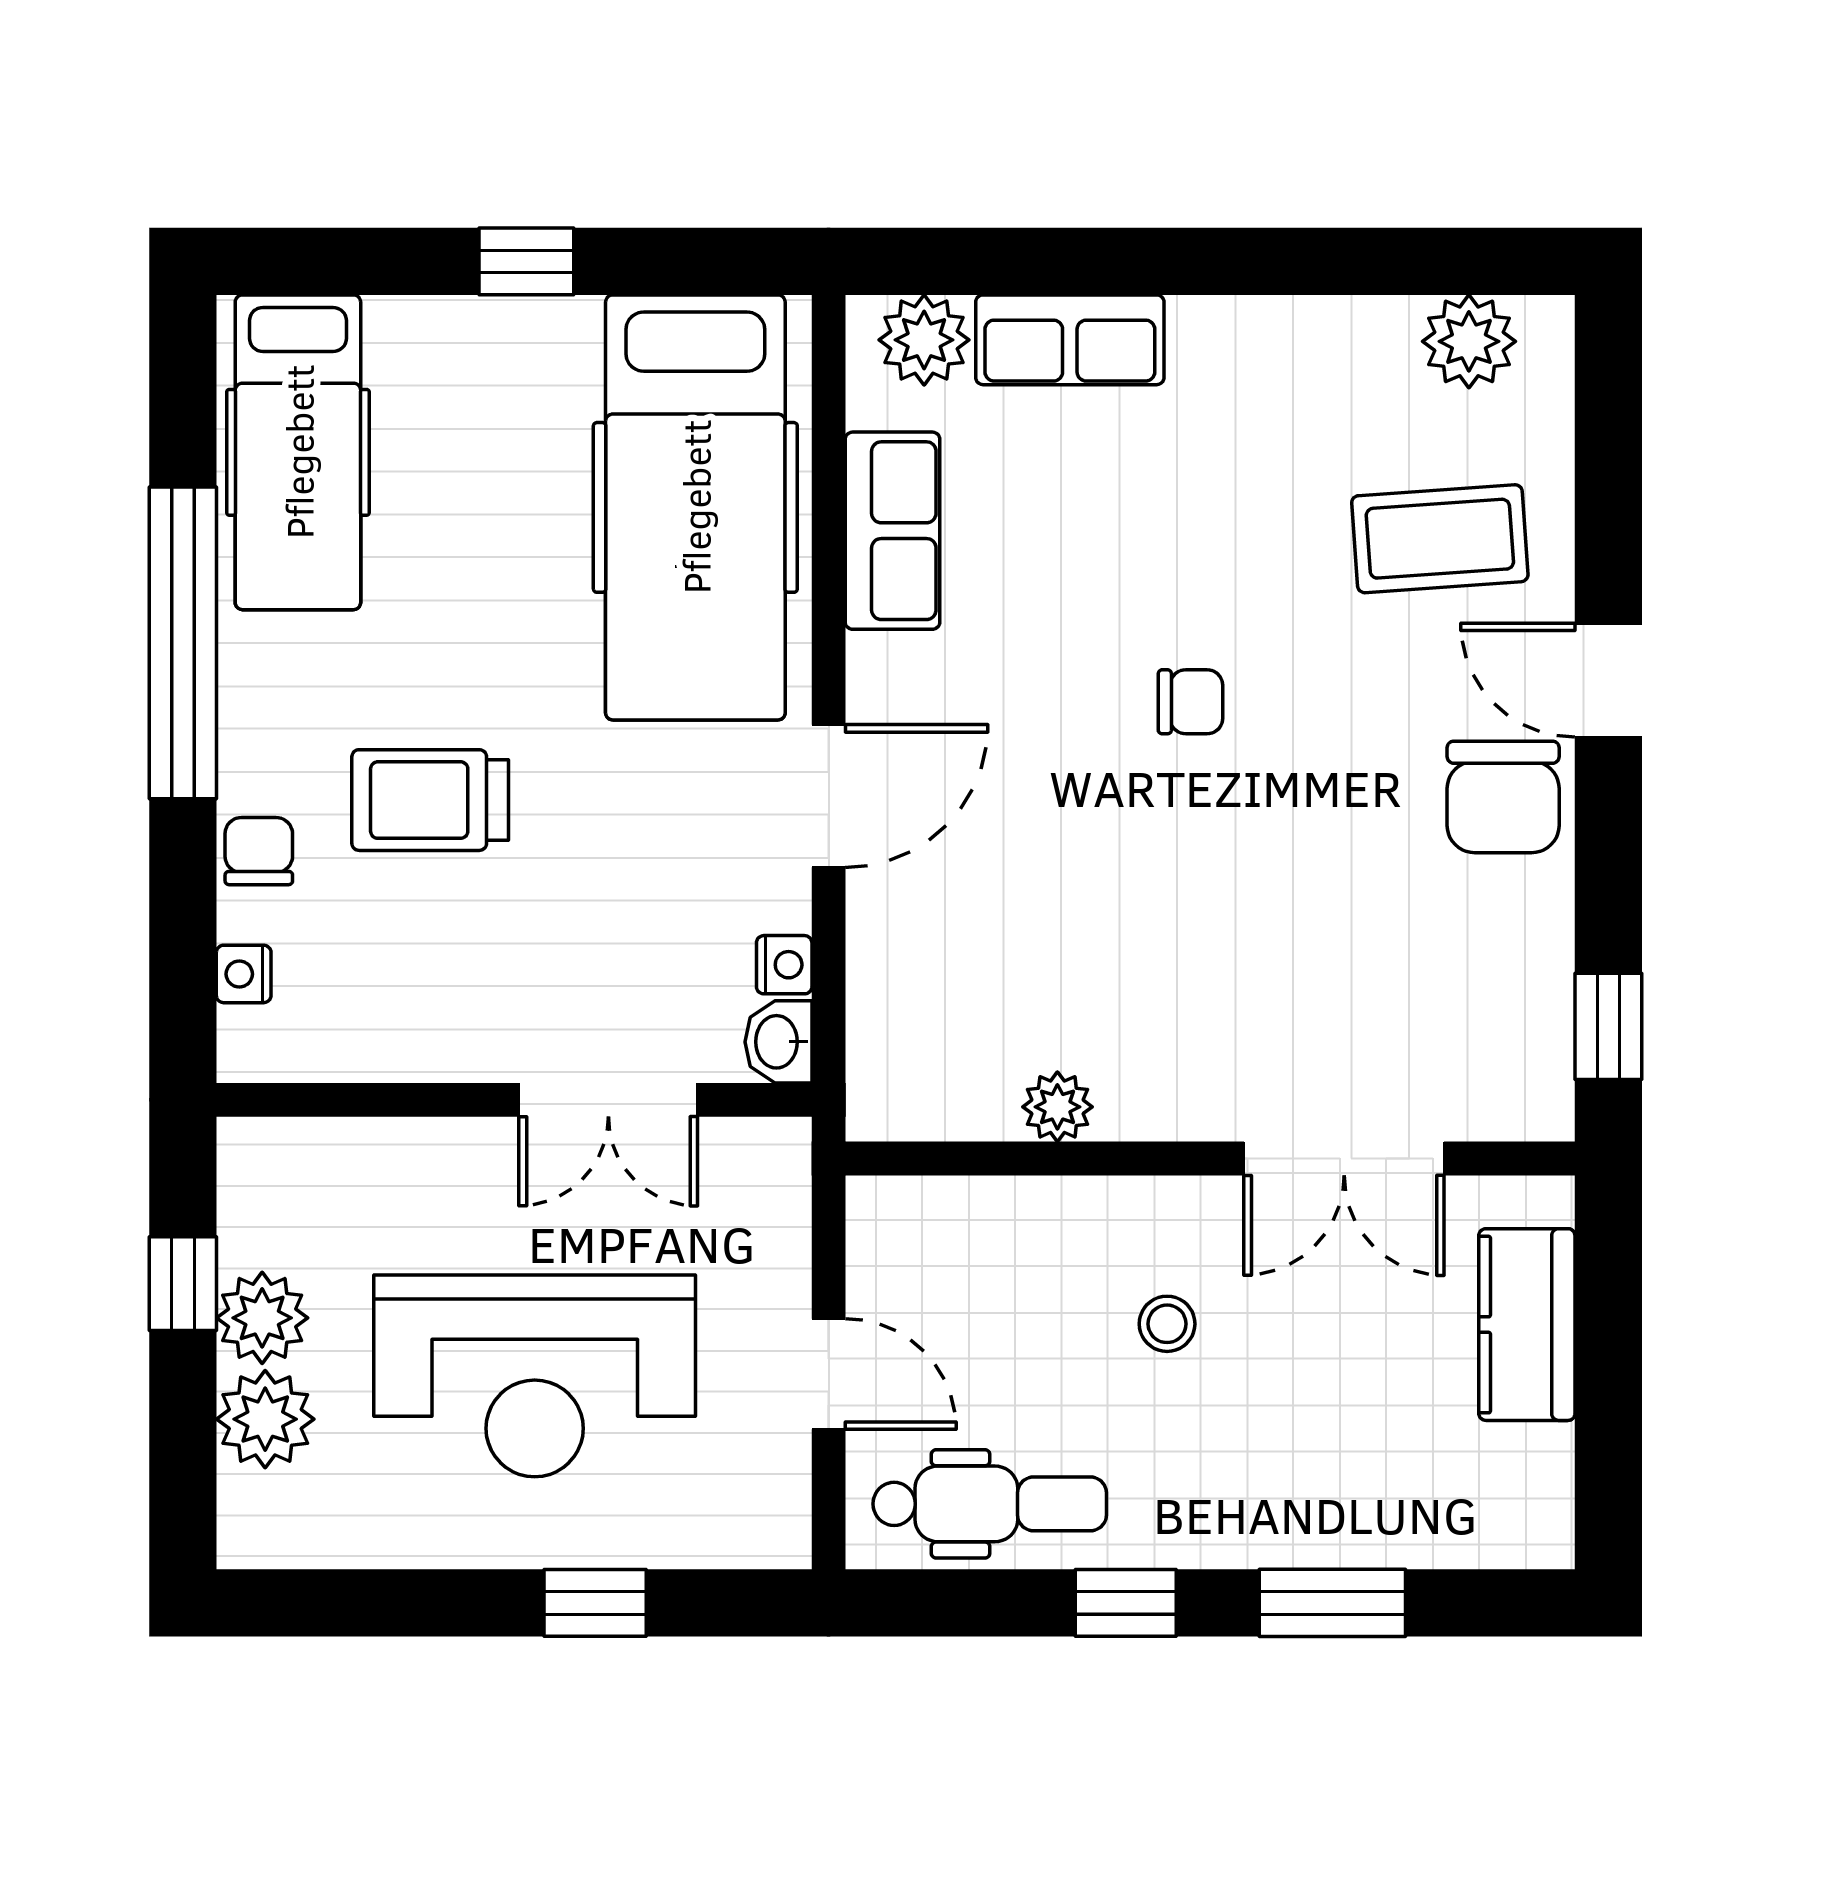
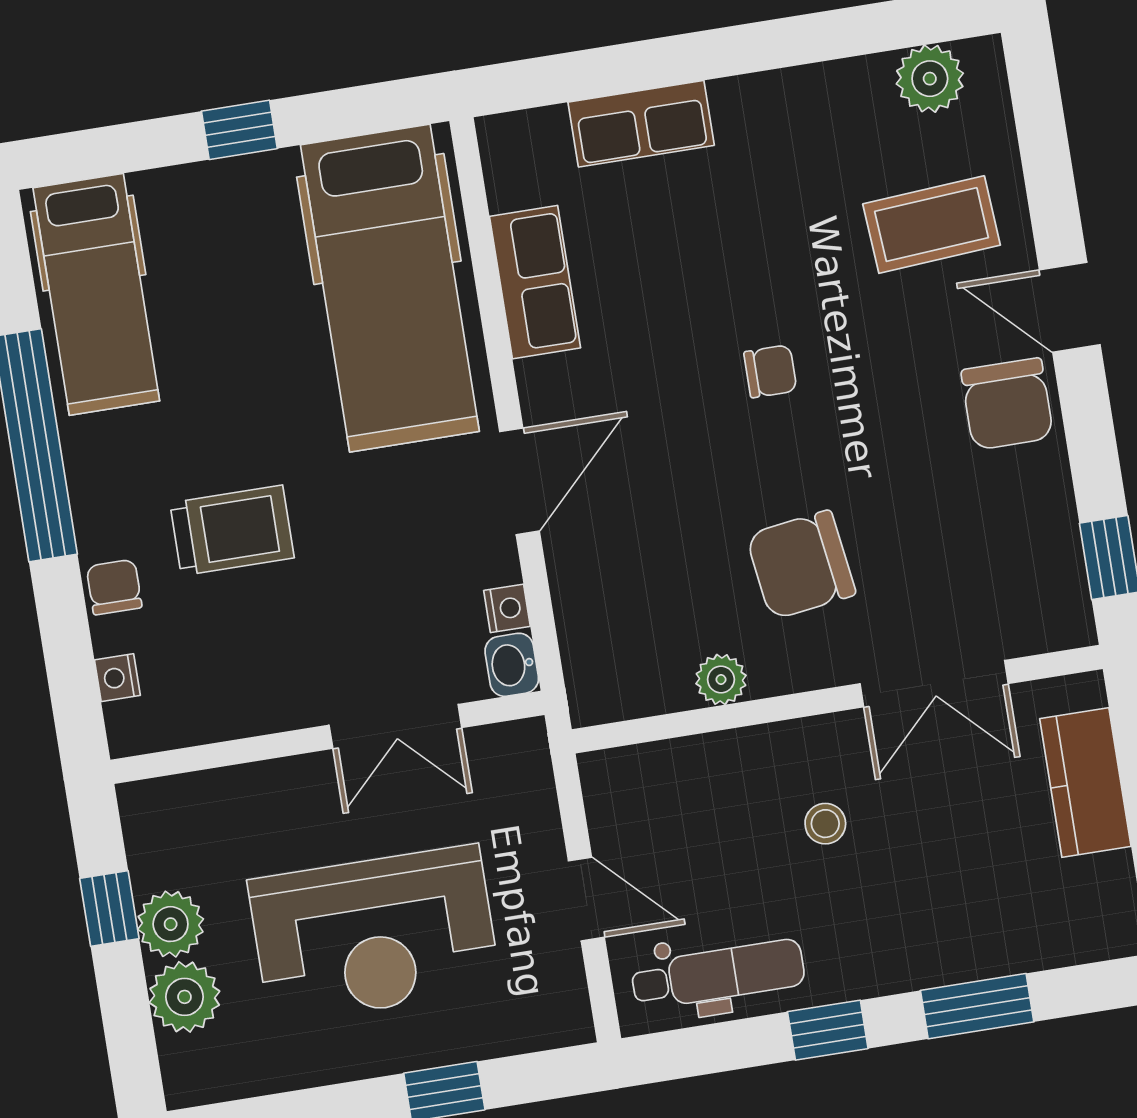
plant: (924, 340) -> (536, 141), removed
trolley: (430, 800) -> (232, 530), turned 180
chair: (1190, 969) -> (801, 565), added

